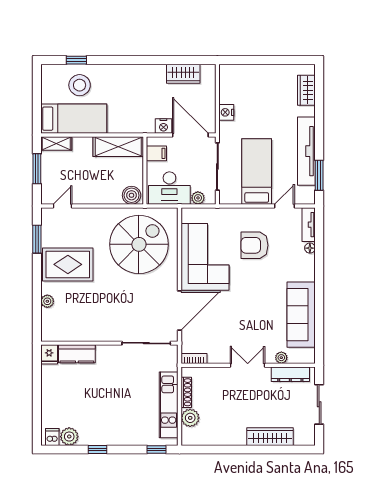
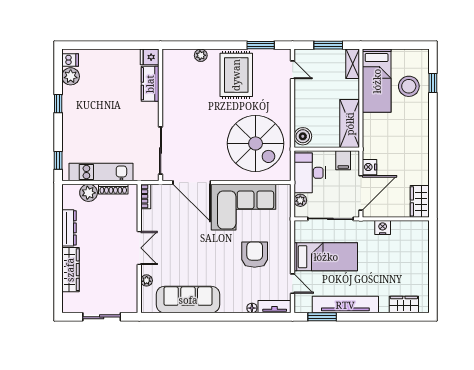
wardrobe: (183, 74) -> (420, 201), moved
dresser: (290, 374) -> (69, 228), moved, turned 180

